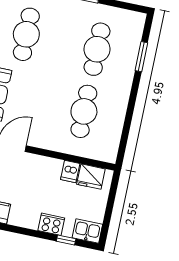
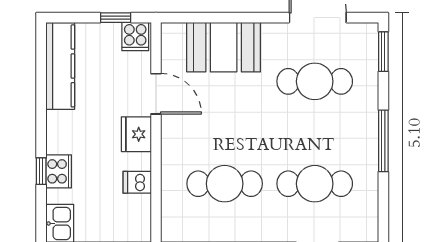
fridge: (91, 177) -> (136, 134), moved
window: (66, 240) -> (41, 171), moved

